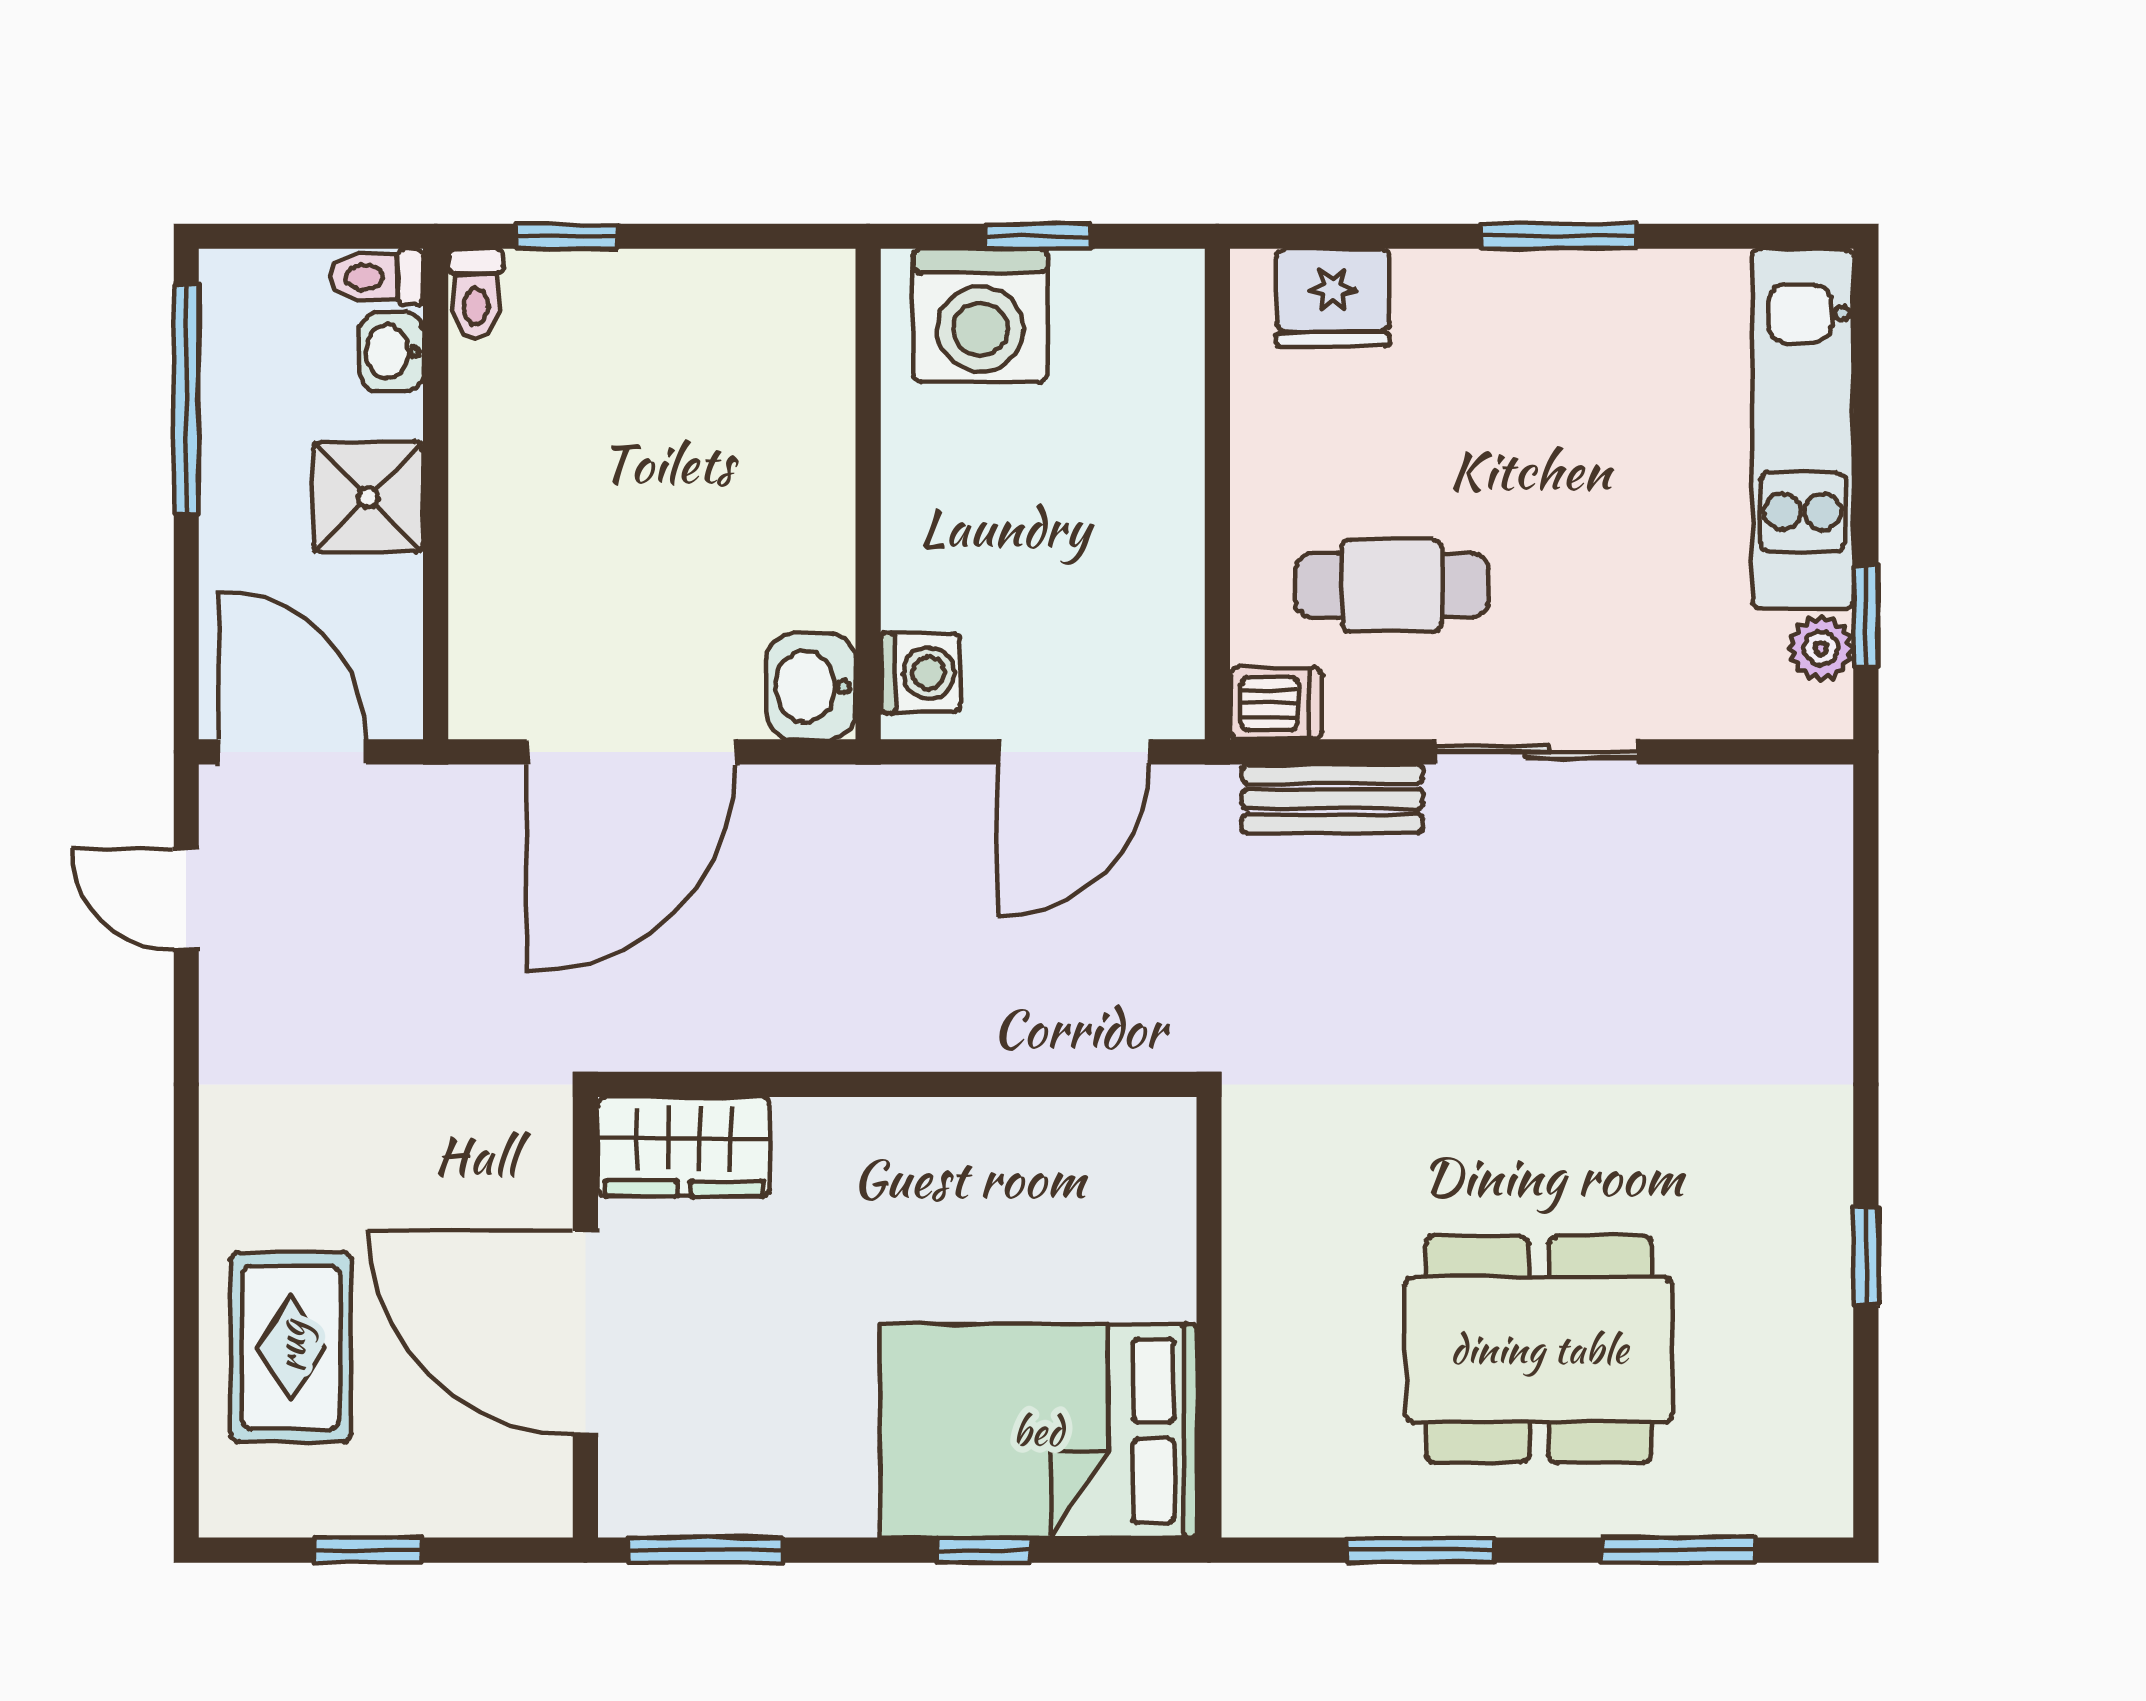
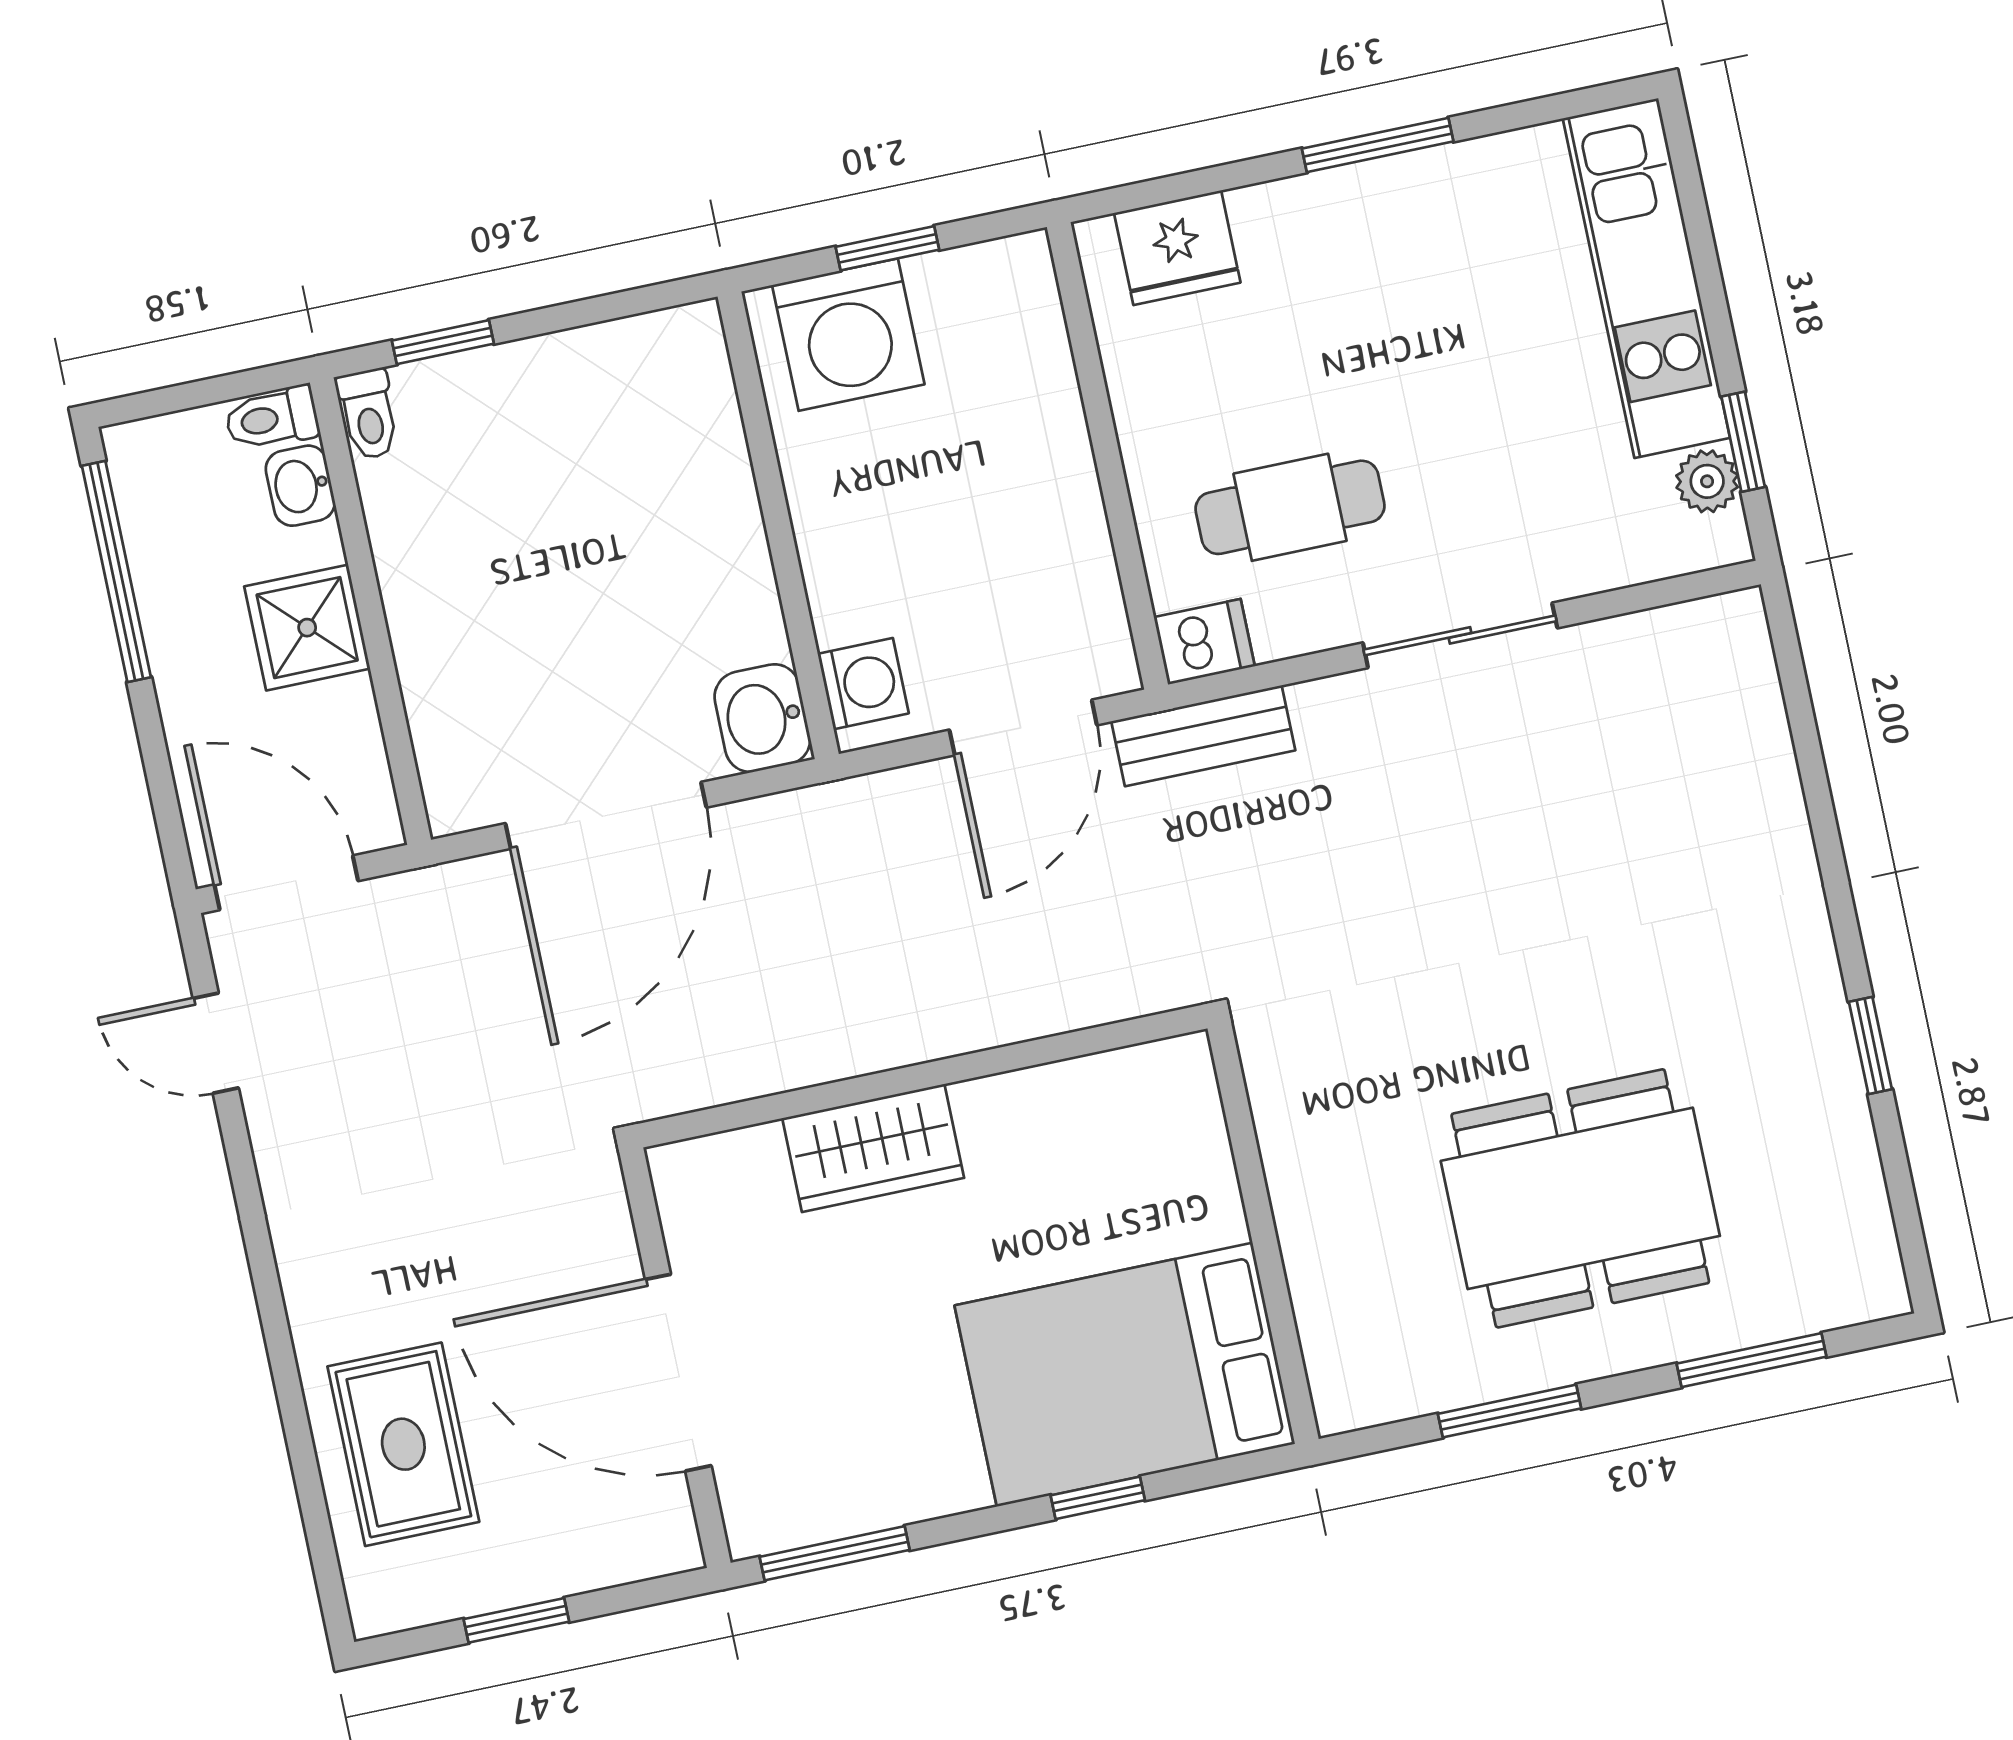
bench: (1333, 799) -> (1203, 736), moved
wardrobe: (684, 1147) -> (873, 1148), moved

